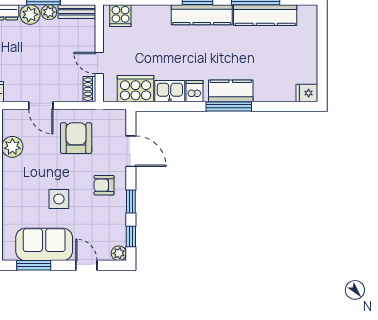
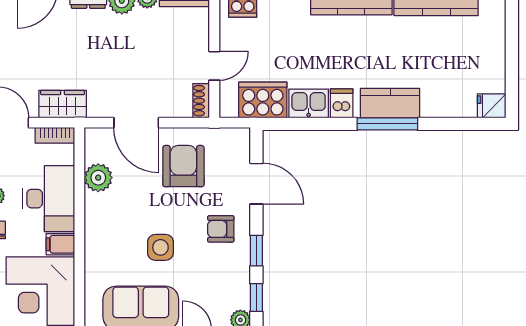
door: (99, 63) -> (214, 66), swing flipped
door: (41, 106) -> (136, 123), width x1.38

